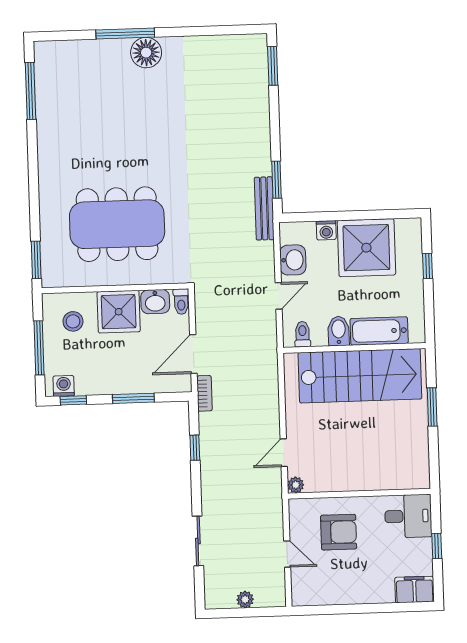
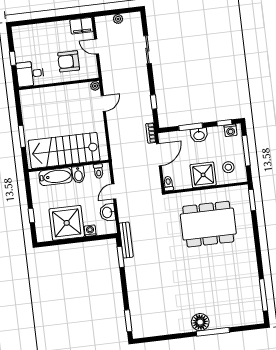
washbasin: (155, 302) -> (199, 135), moved, turned 180
filing cabinet: (415, 590) -> (82, 26), moved

